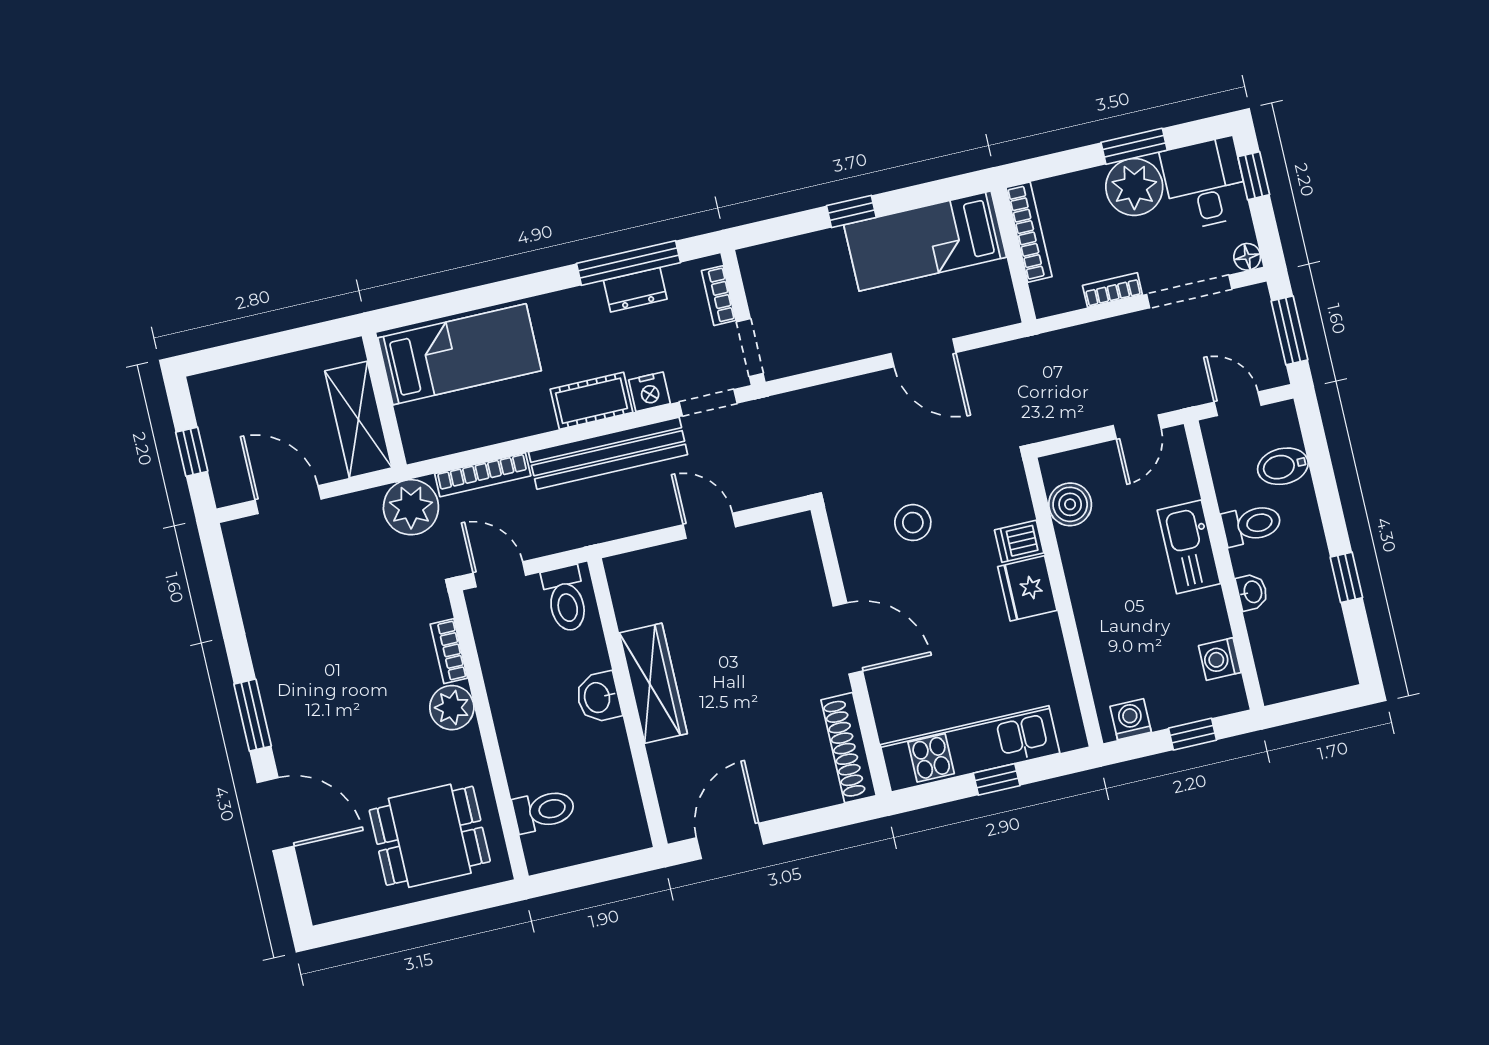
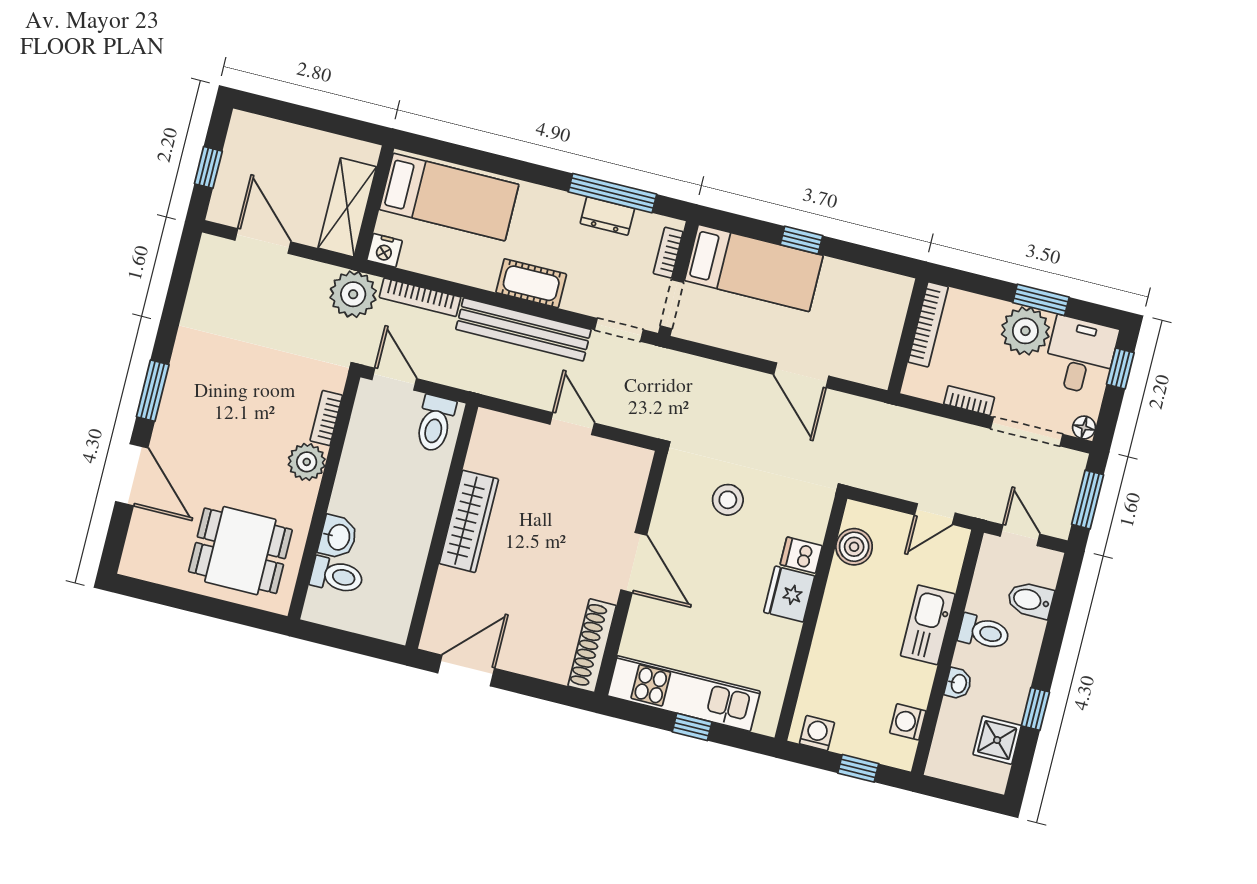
bed: (925, 241) -> (754, 268), moved, turned 180
nightstand: (650, 392) -> (384, 250), moved
shower: (1323, 630) -> (997, 740), added
washbasin: (598, 697) -> (338, 537), moved, turned 180

